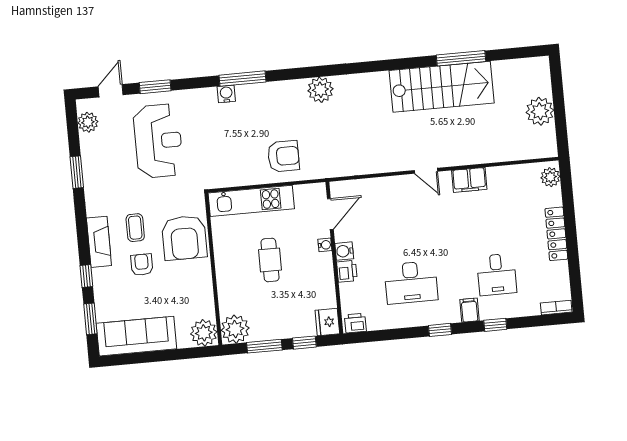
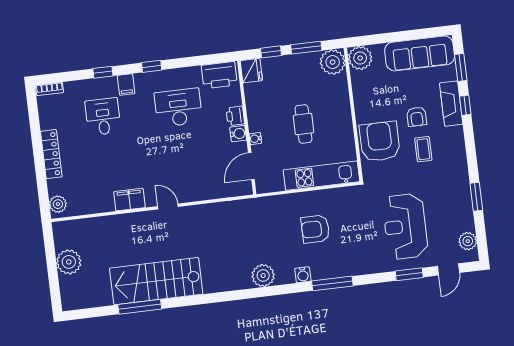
water cooler: (226, 94) -> (303, 275), moved
armchair: (283, 156) -> (315, 229), moved
fireplace: (99, 242) -> (451, 104), moved
printer: (355, 323) -> (219, 75), width x1.87, depth x1.48

